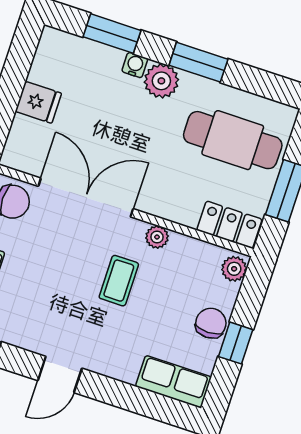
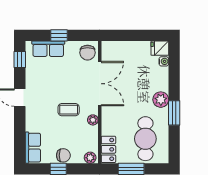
window: (112, 34) -> (174, 72), removed
water cooler: (135, 65) -> (164, 61), moved
fridge: (38, 102) -> (160, 48), moved, turned 90

